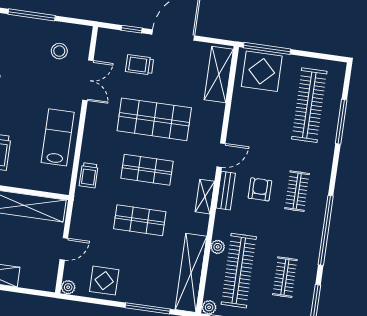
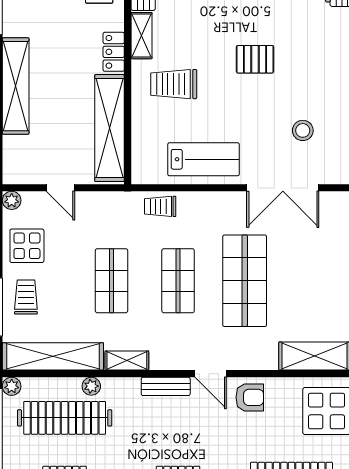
stool: (59, 51) -> (303, 130), moved
trolley: (140, 65) -> (26, 297), moved
double door: (88, 80) -> (283, 188), width x1.37
armchair: (260, 189) -> (250, 397), moved
shelving: (205, 197) -> (127, 361), moved

